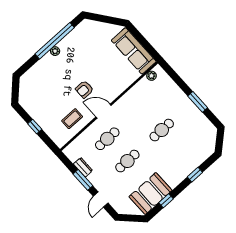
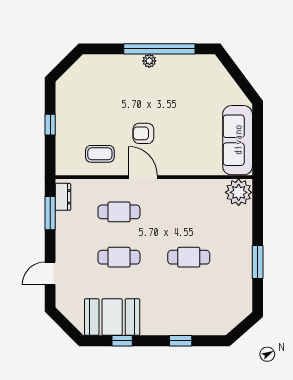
plant: (152, 76) -> (239, 192), width x1.88, depth x1.88
dresser: (83, 167) -> (63, 197), moved
window: (83, 180) -> (50, 213), moved

